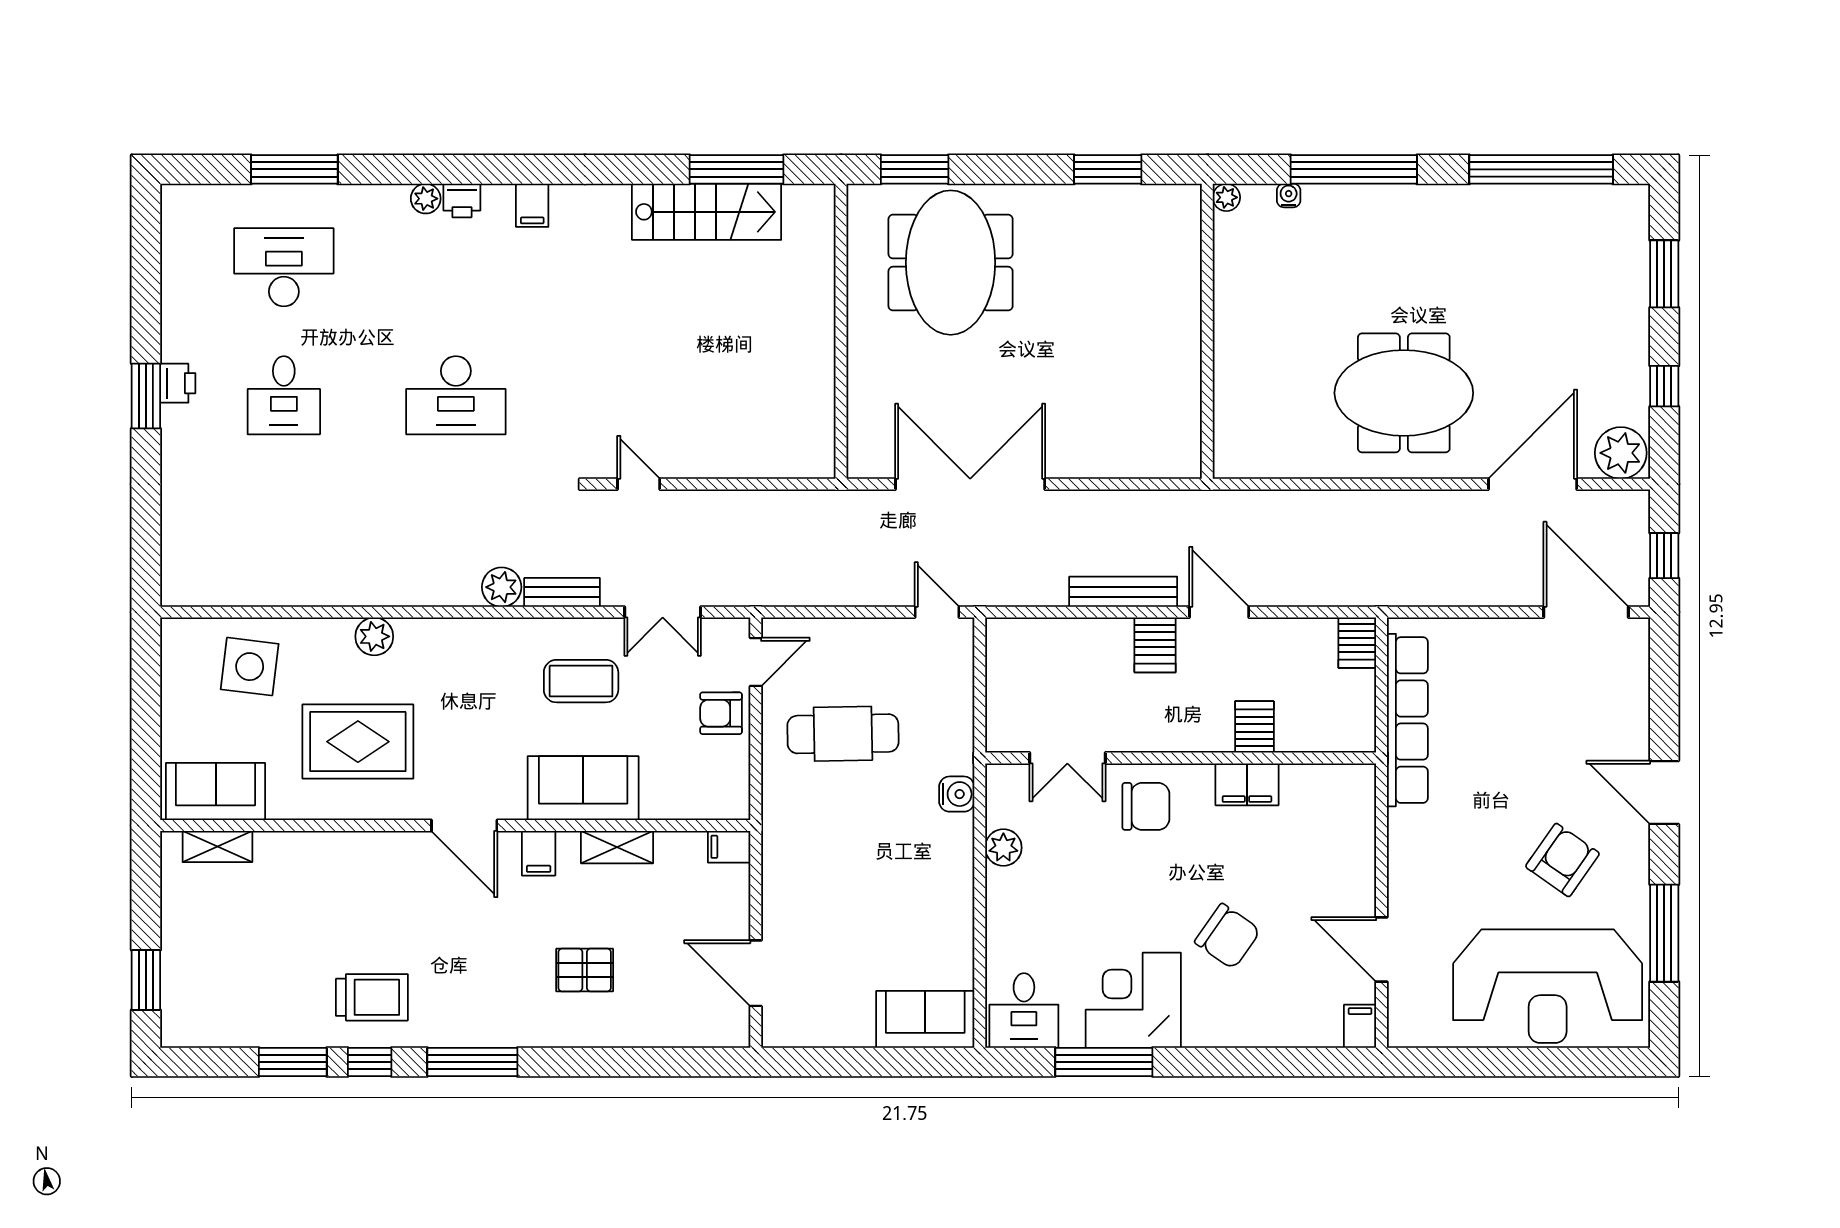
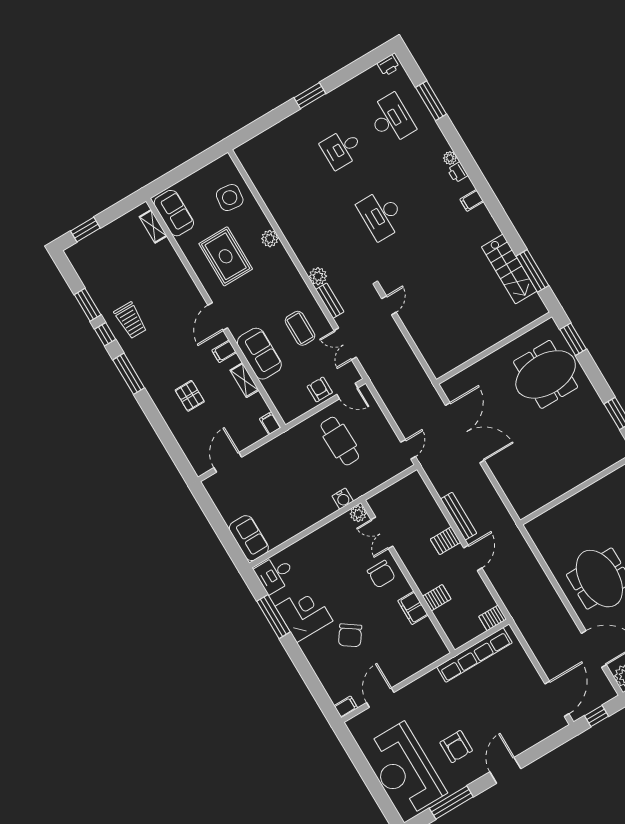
printer: (178, 383) -> (388, 66), moved
plant: (1003, 848) -> (358, 514), moved
armchair: (1562, 860) -> (456, 747), turned 55

